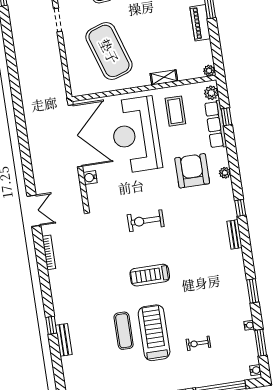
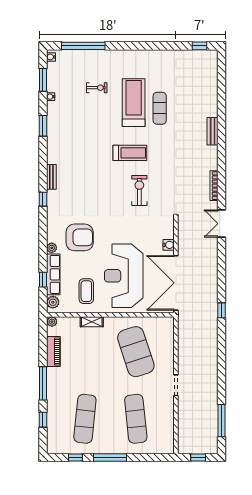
piano: (200, 23) -> (53, 352), moved
reception desk: (136, 135) -> (124, 276), turned 180
armchair: (192, 171) -> (80, 237), turned -90
plant: (225, 173) -> (52, 248), moved
exercise bike: (146, 221) -> (139, 191), moved, turned -90
window: (51, 325) -> (221, 310), moved
treadmill: (154, 333) -> (134, 103), turned 180
bench: (64, 340) -> (213, 131), moved

